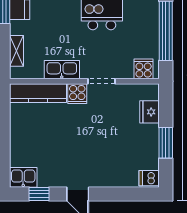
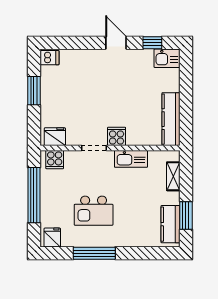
kitchen counter: (38, 93) -> (171, 119), moved, turned -90
fridge: (150, 112) -> (55, 137), moved, turned -90

